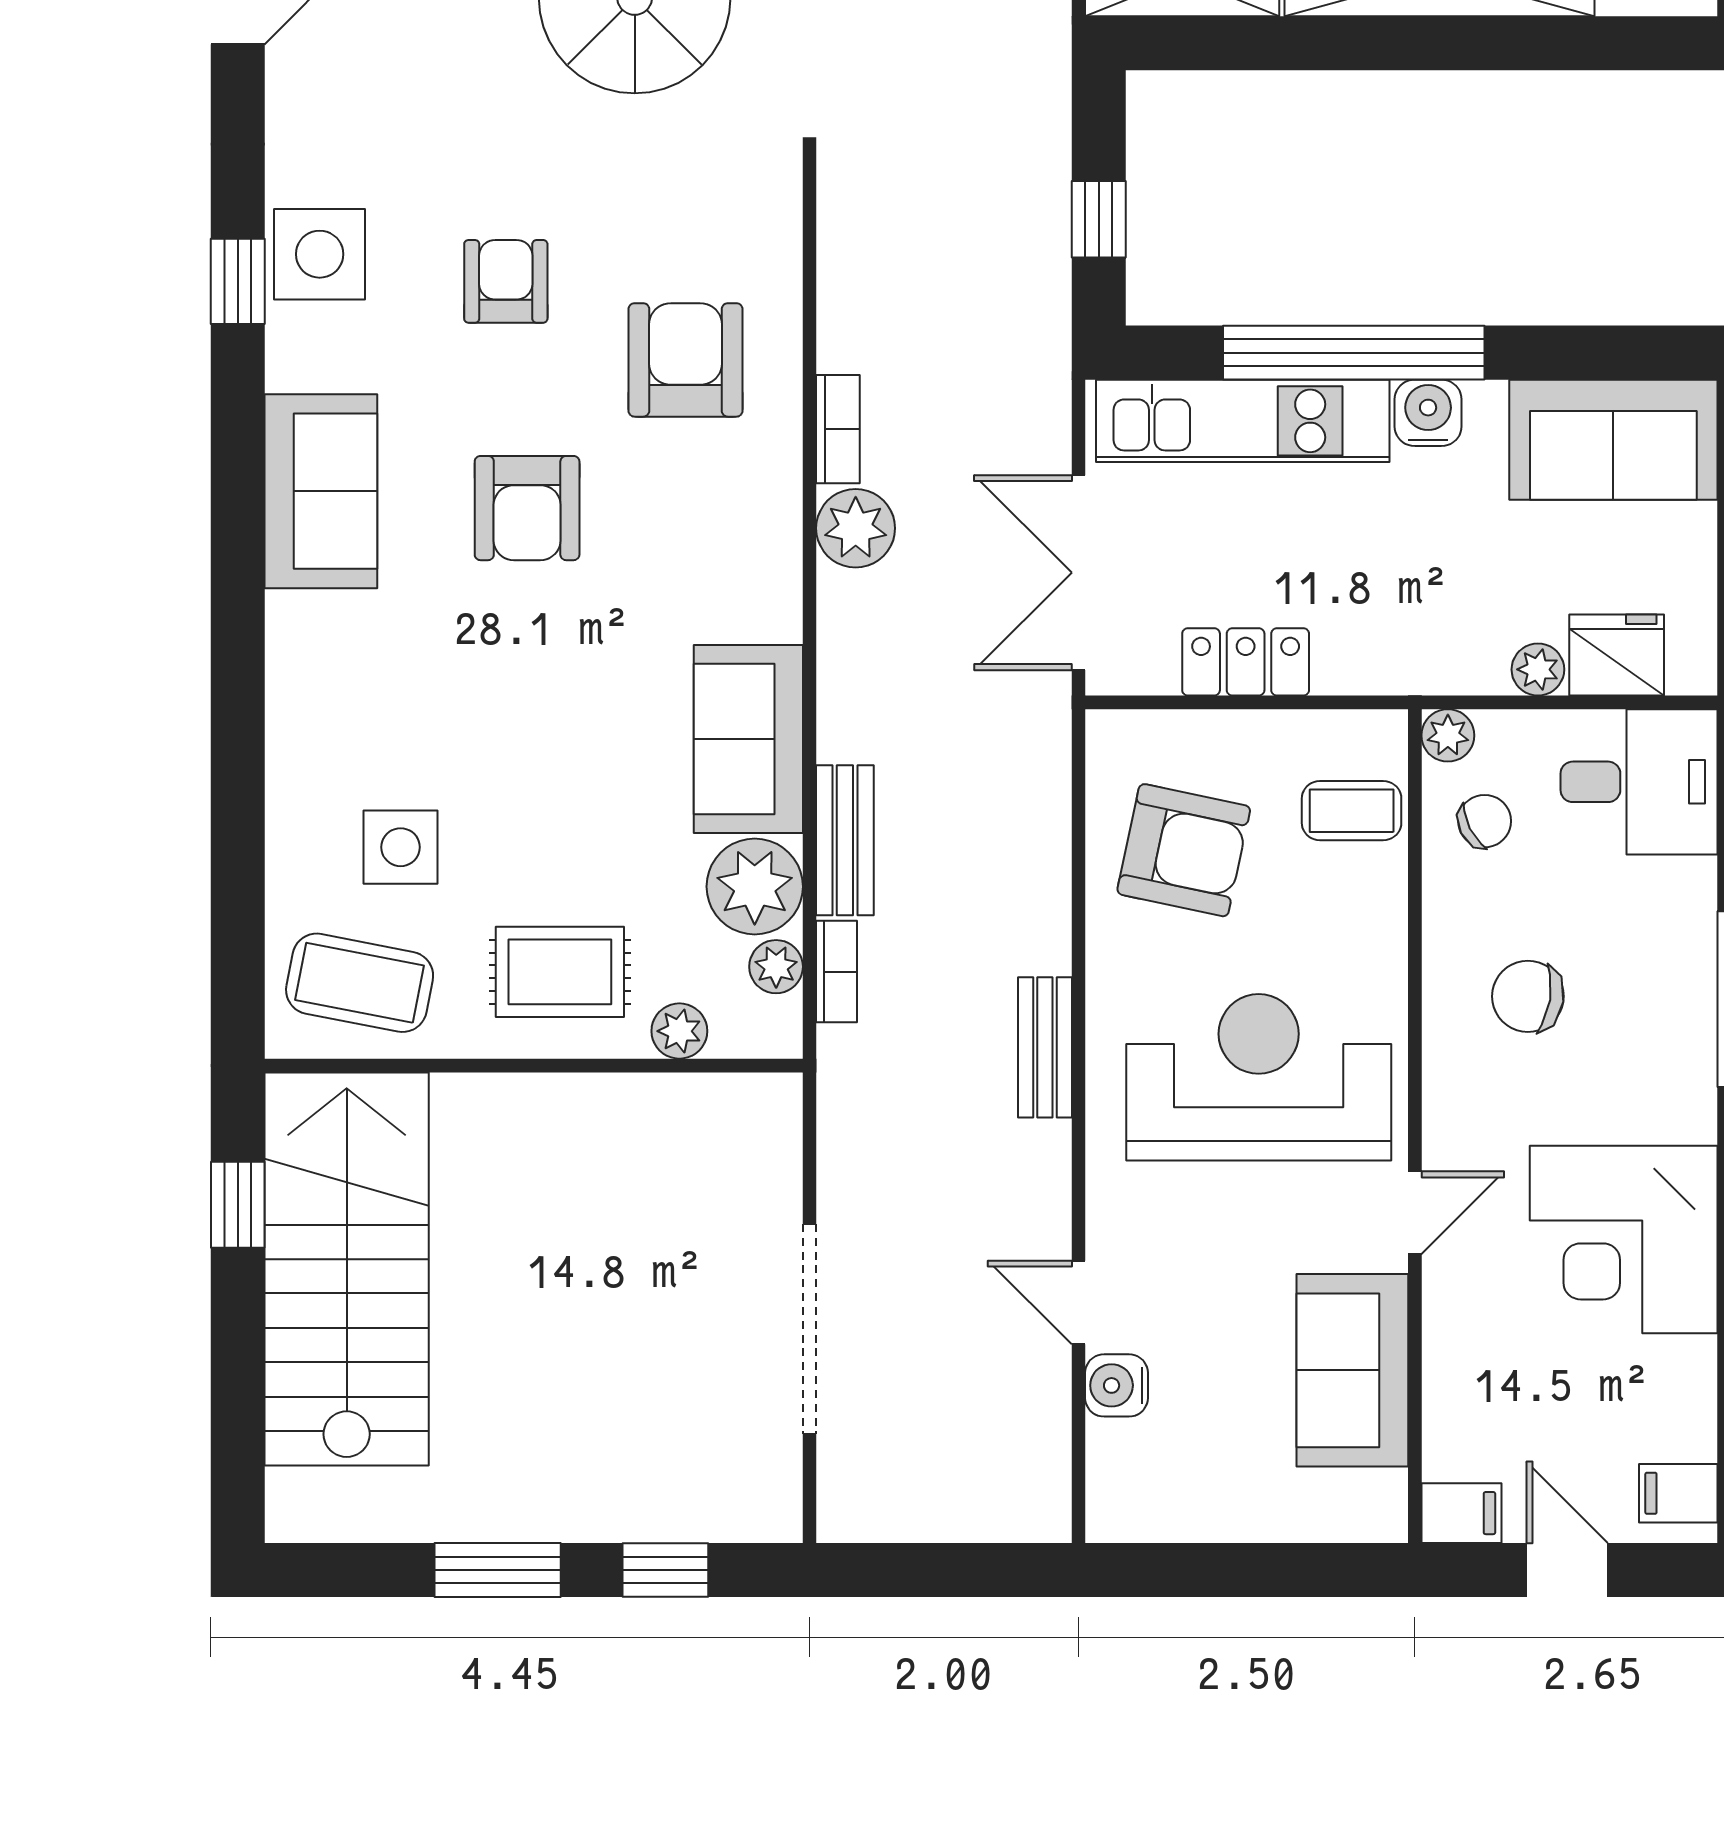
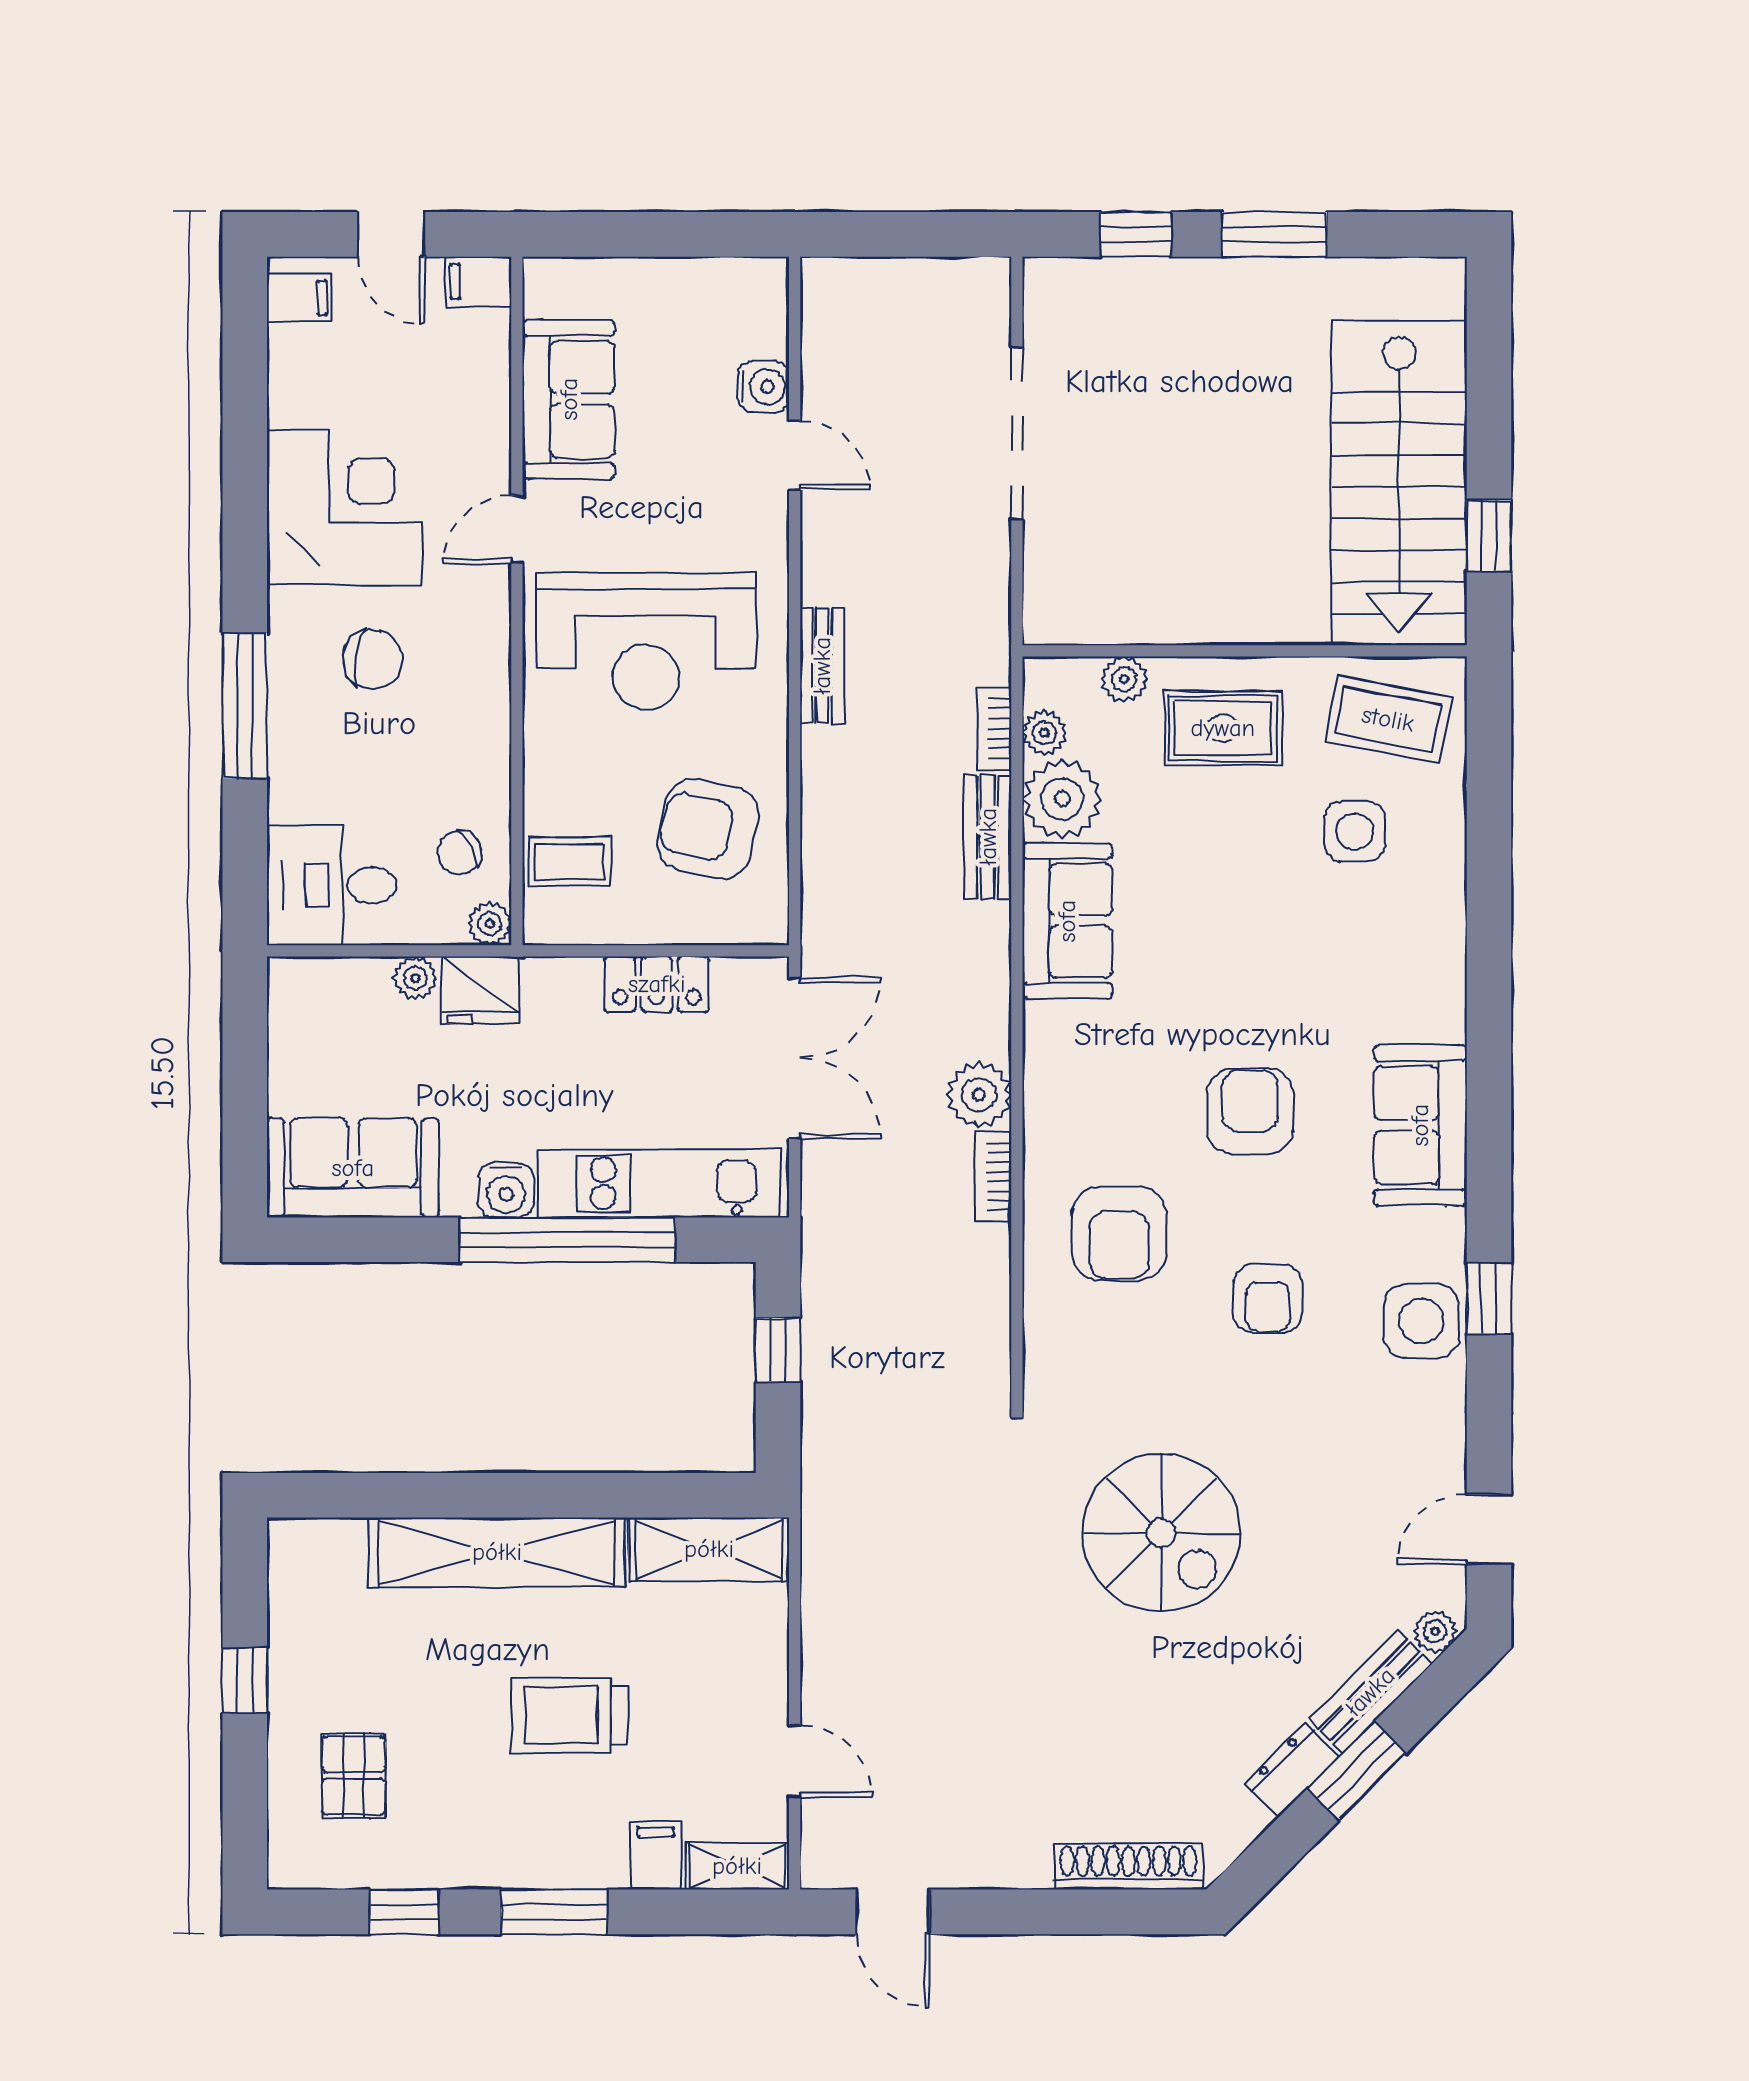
fridge: (1617, 655) -> (480, 990), moved
chair: (1528, 996) -> (373, 659), moved

